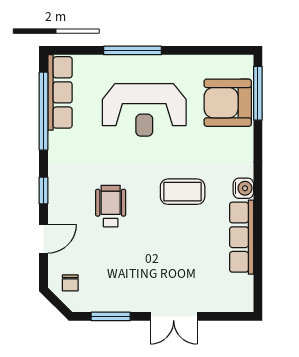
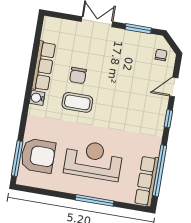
wheelchair: (111, 206) -> (126, 101), removed
chair: (188, 232) -> (78, 75), added

